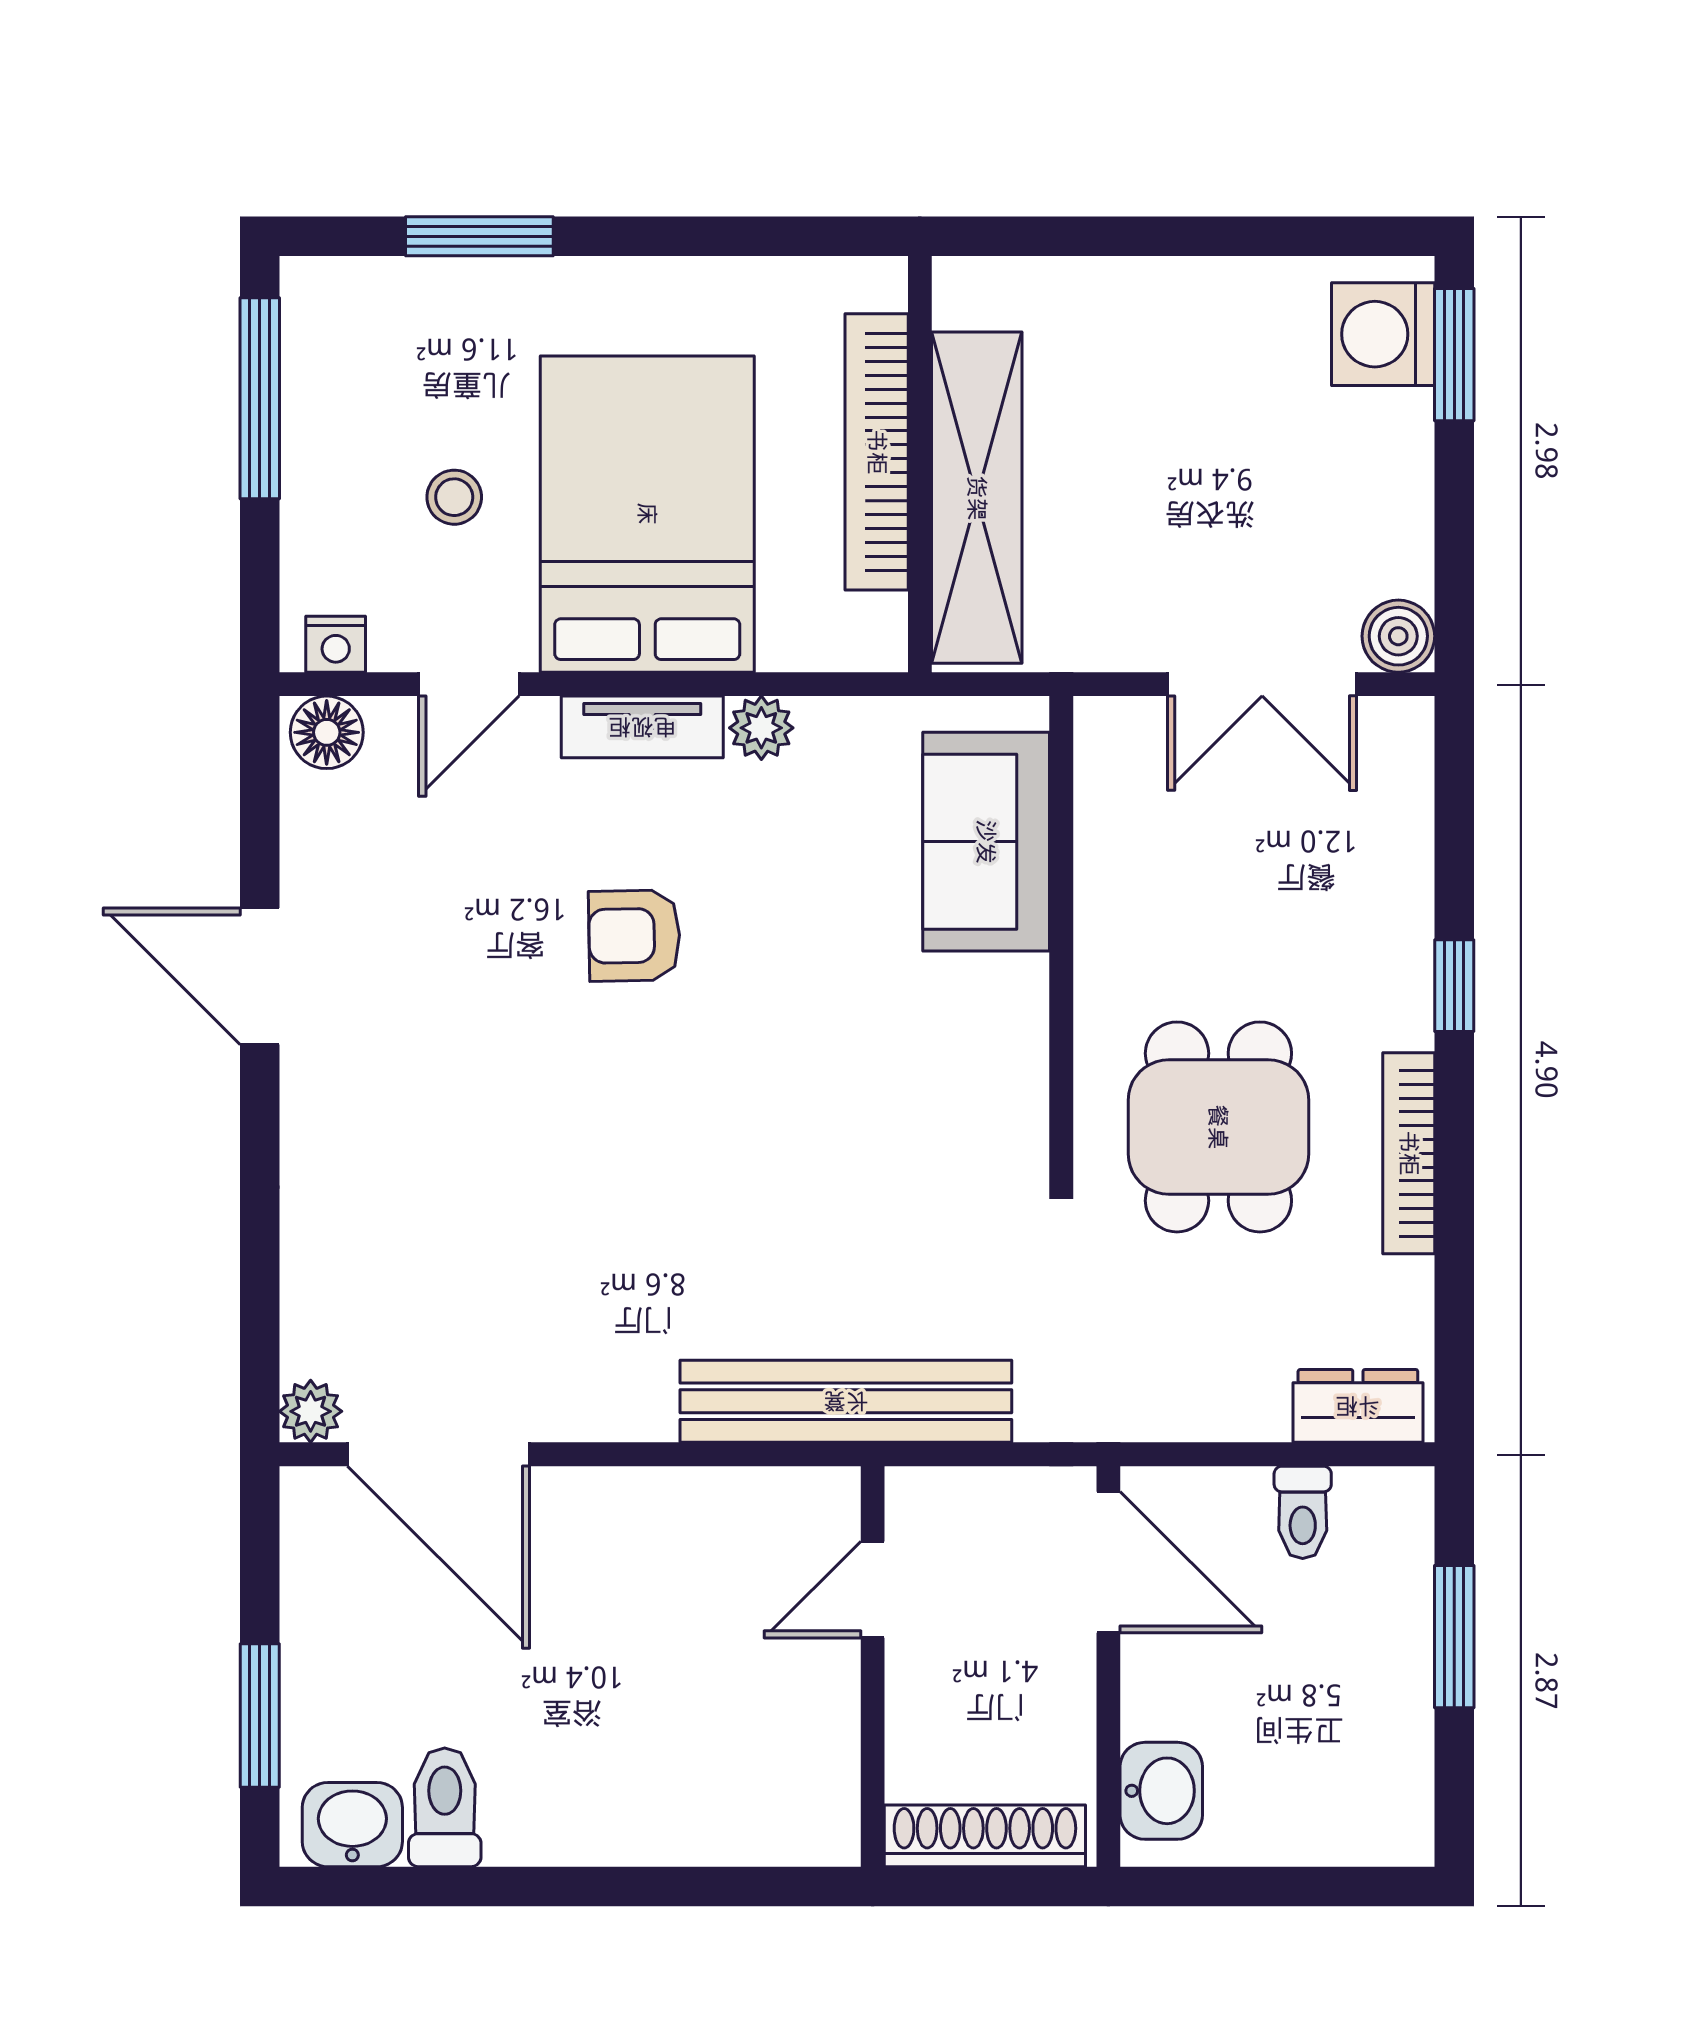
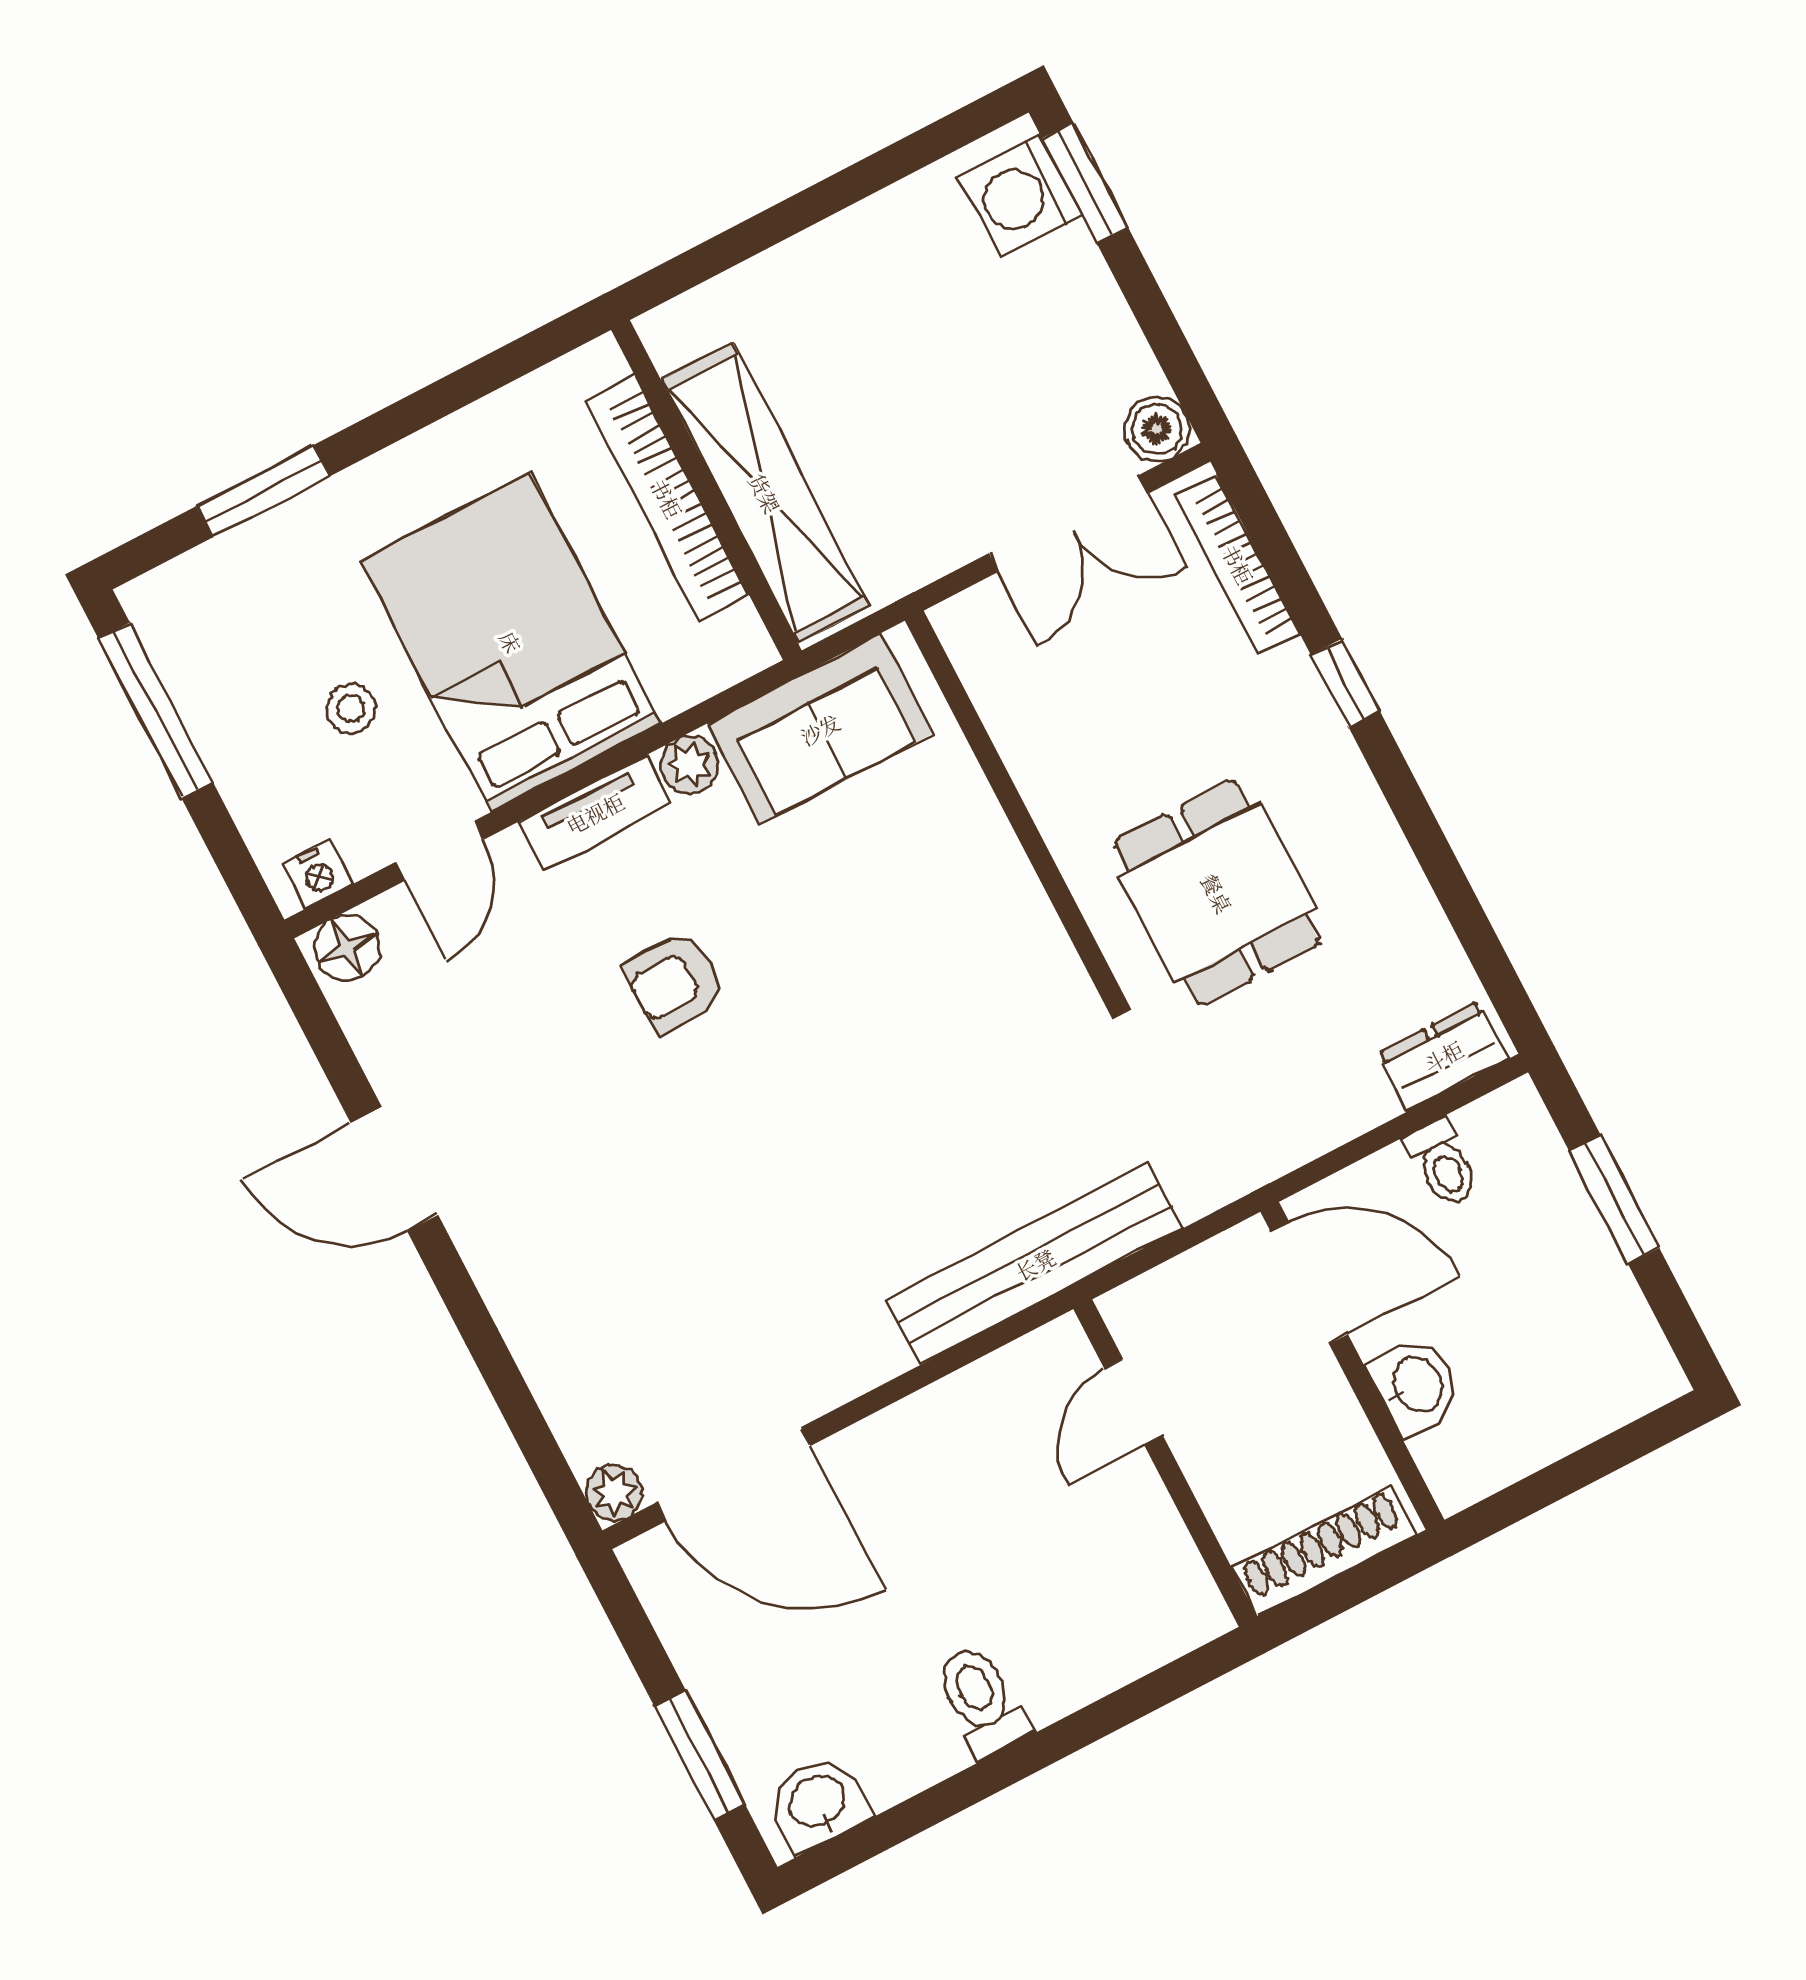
sofa: (986, 842) -> (820, 729), moved, turned -90
bookcase: (1409, 1153) -> (1238, 564), moved
washbasin: (1161, 1791) -> (1416, 1385), moved
toilet: (445, 1807) -> (981, 1701), moved

